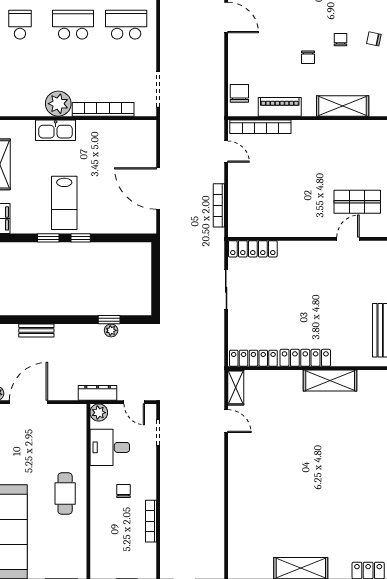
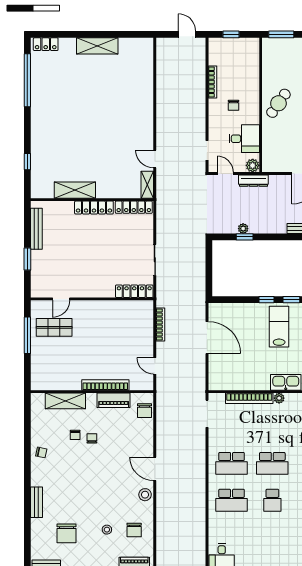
chair: (341, 40) -> (75, 435), moved
plant: (58, 104) -> (279, 398), width x0.53, depth x0.53
bookcase: (260, 127) -> (105, 385), moved
cafe table: (65, 493) -> (278, 103), turned 35

